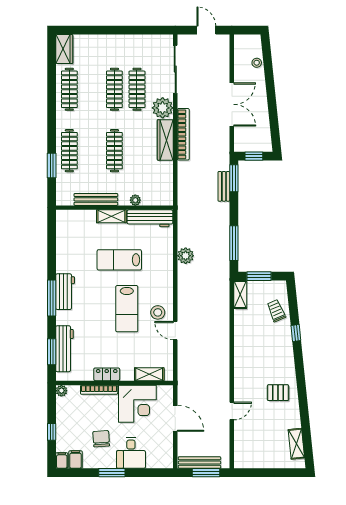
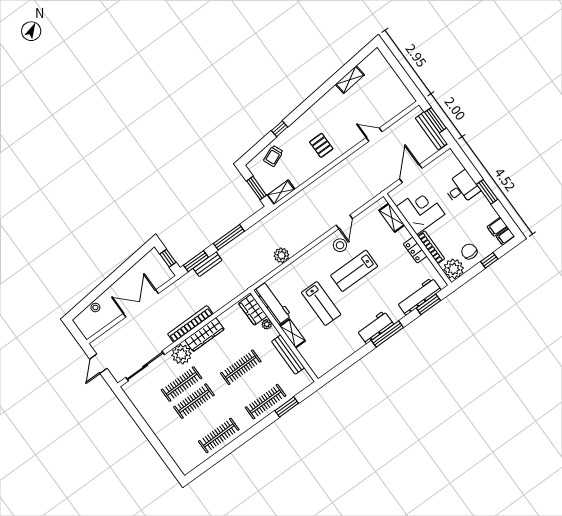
wardrobe: (64, 49) -> (253, 310), moved, turned -90
window: (234, 243) -> (229, 237), moved
lab bench: (127, 309) -> (354, 271), turned 180
plant: (61, 391) -> (454, 269), width x1.88, depth x1.88
pallet: (278, 393) -> (321, 145), moved
chair: (101, 439) -> (469, 251), moved, turned 94
shelving: (296, 444) -> (350, 80), moved

